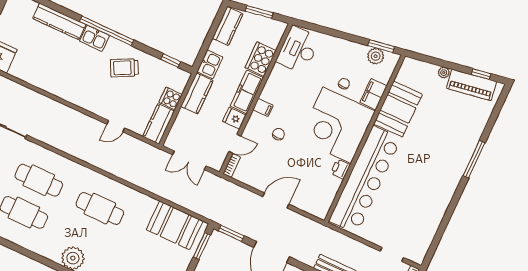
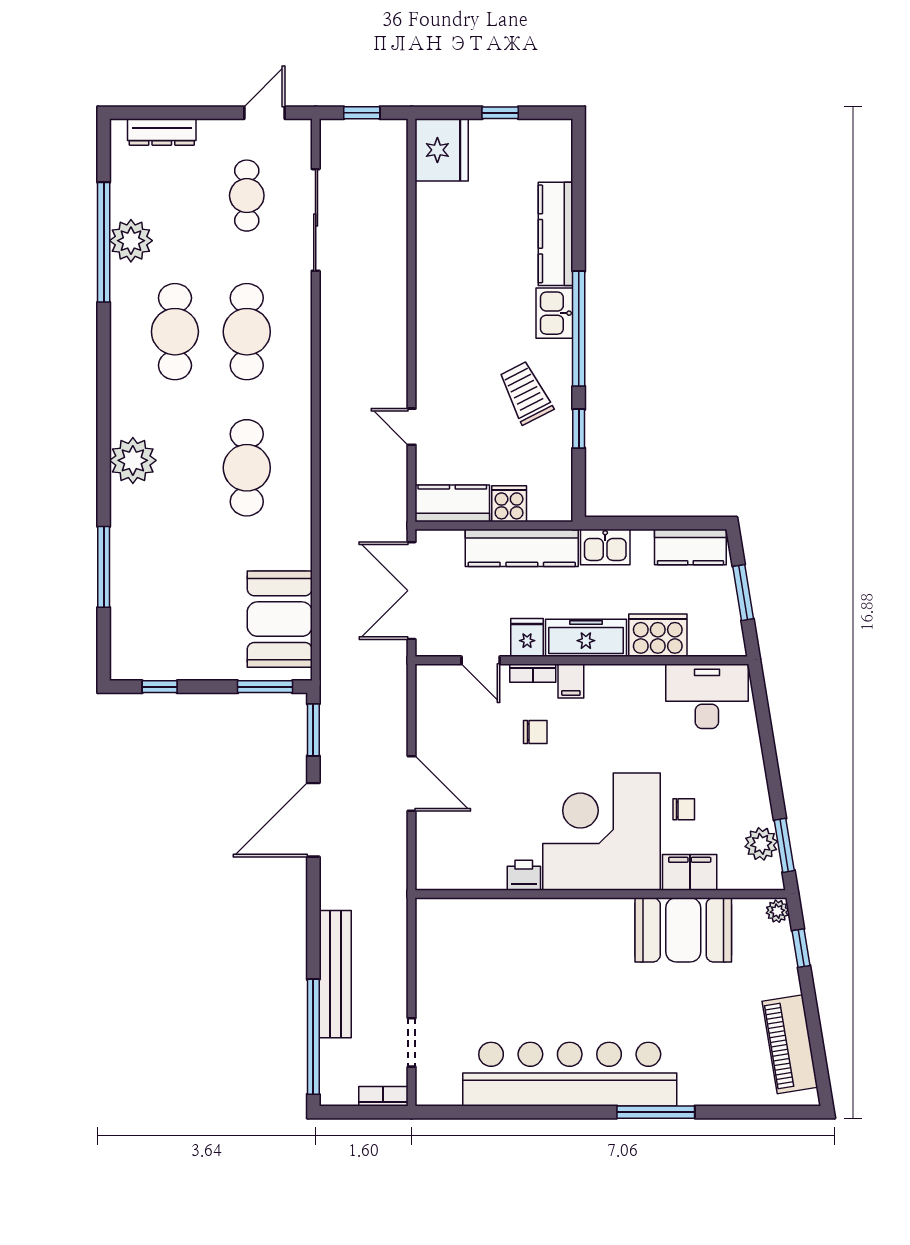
window: (171, 61) -> (579, 429), moved
plant: (444, 73) -> (777, 911), moved
window: (481, 74) -> (801, 948), moved
kitchen counter: (197, 93) -> (522, 548), width x1.50
double door: (189, 160) -> (412, 591), width x1.37
bookcase: (232, 166) -> (533, 673), moved
bar counter: (365, 180) -> (570, 1074), moved, turned 180

